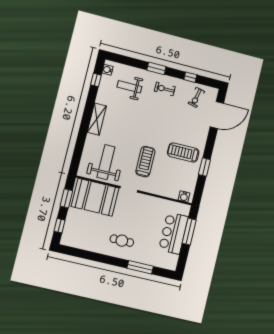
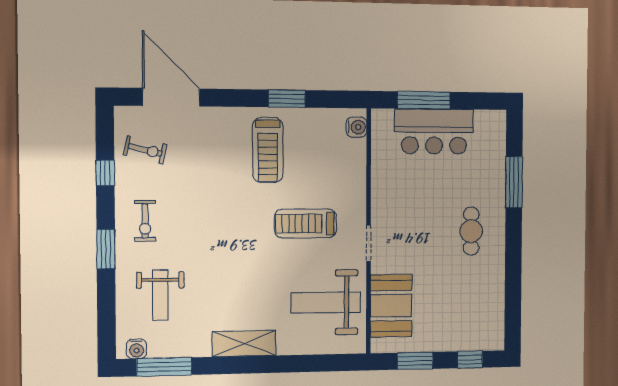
window: (96, 80) -> (164, 367), width x2.17
booth: (95, 197) -> (391, 306), width x0.73, depth x0.70

